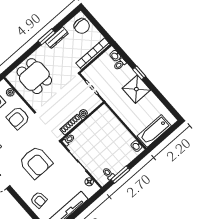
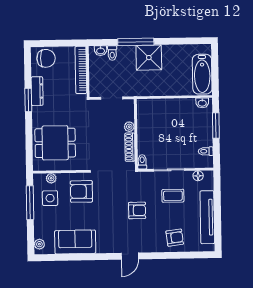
window: (139, 73) -> (136, 42), width x2.17
armchair: (18, 118) -> (81, 191), turned 90
armchair: (36, 162) -> (137, 210), width x0.53, depth x0.53
window: (120, 175) -> (216, 125), moved
coffee table: (64, 177) -> (173, 196), added

